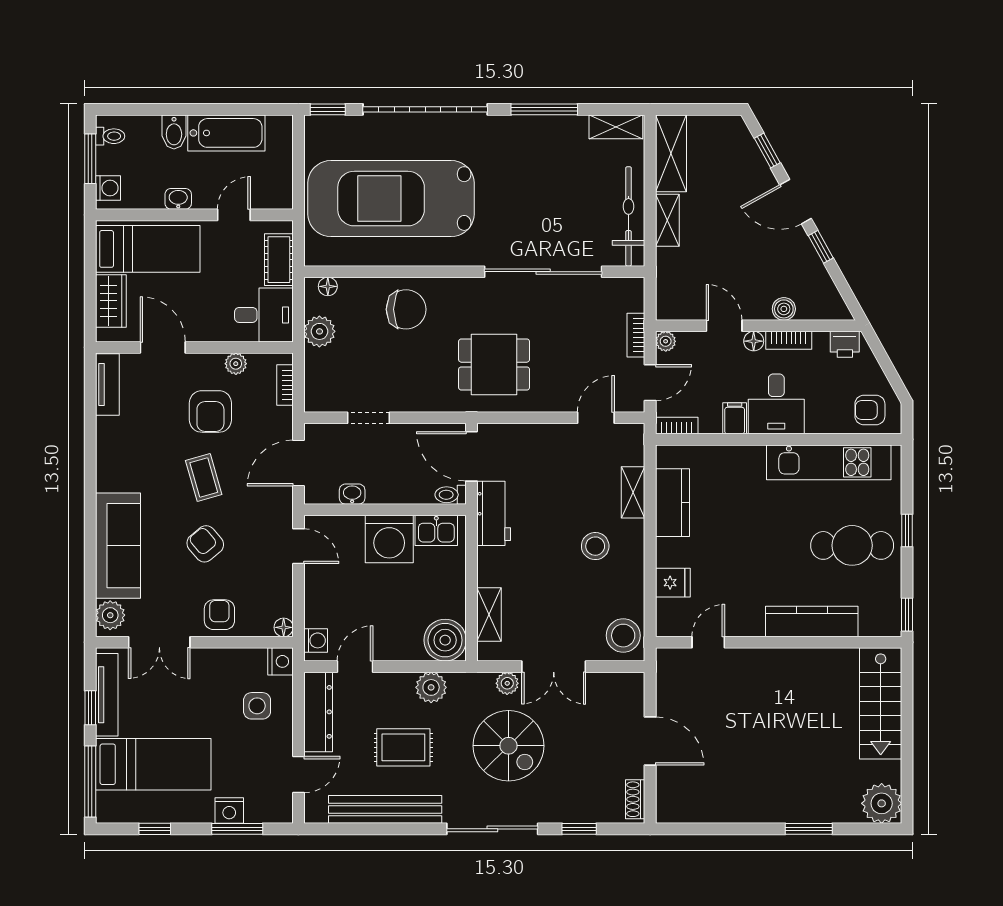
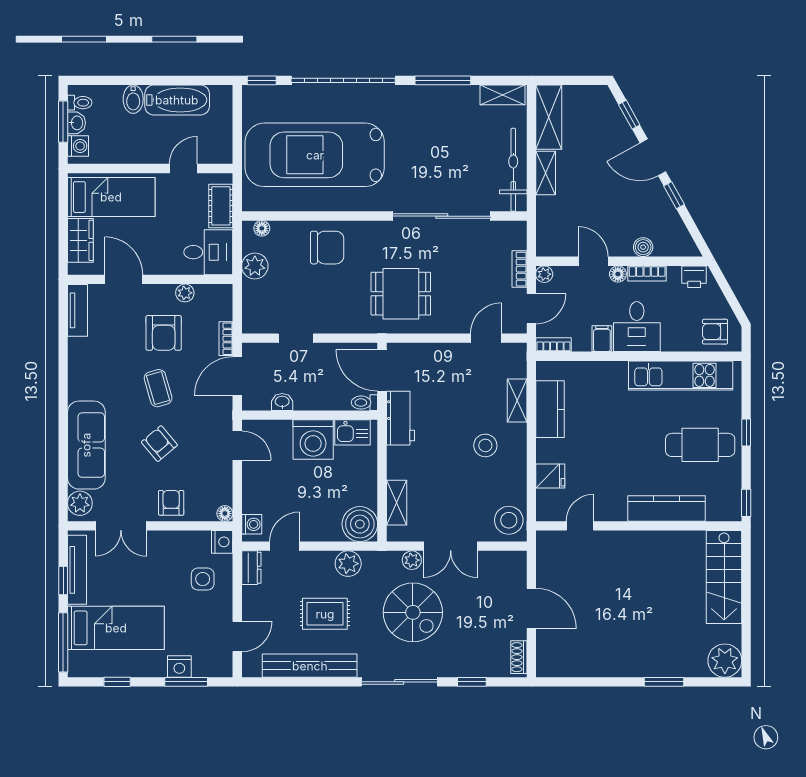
washbasin: (178, 199) -> (76, 123), moved, turned 90
bookcase: (285, 385) -> (226, 339), moved
dresser: (318, 712) -> (251, 568), width x0.51, depth x0.80

